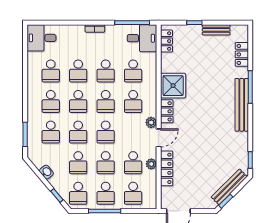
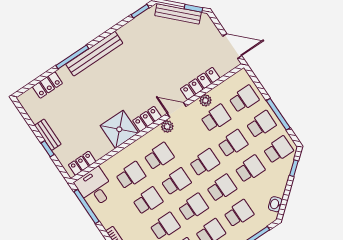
bench: (216, 30) -> (48, 135), moved
washbasin: (46, 172) -> (275, 204), moved

